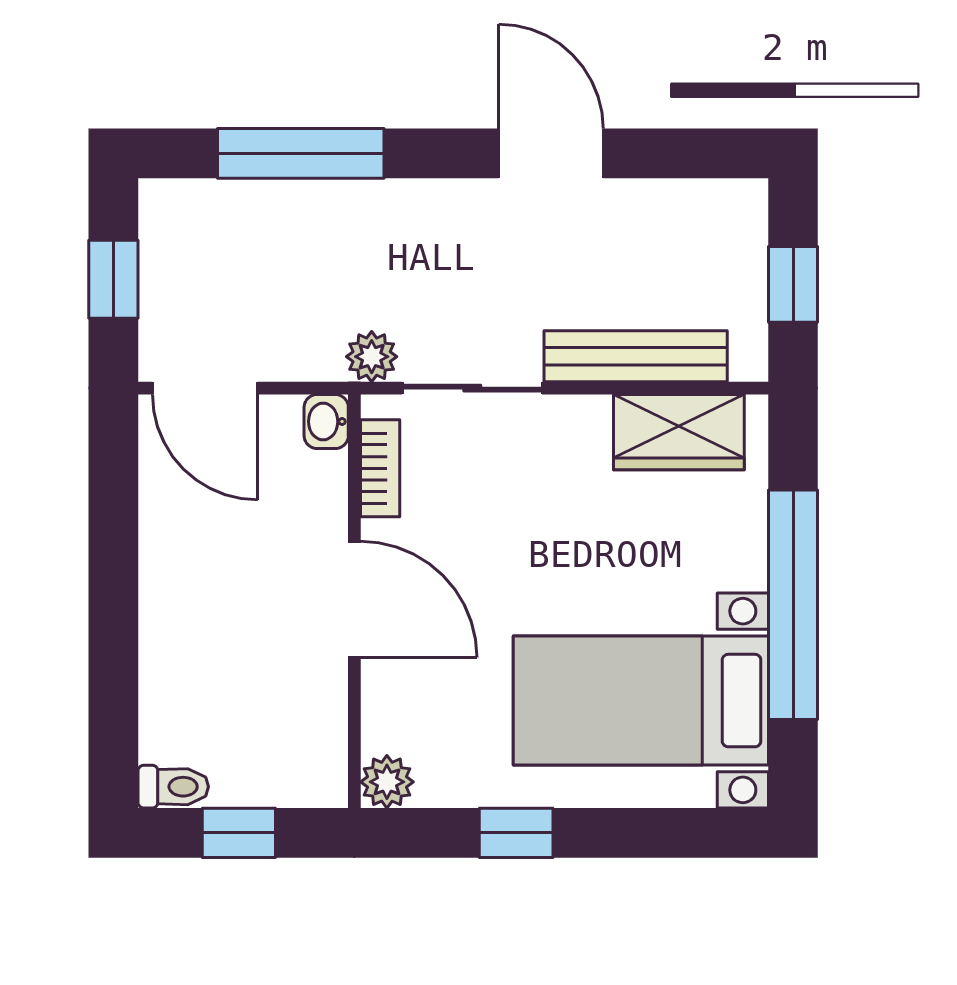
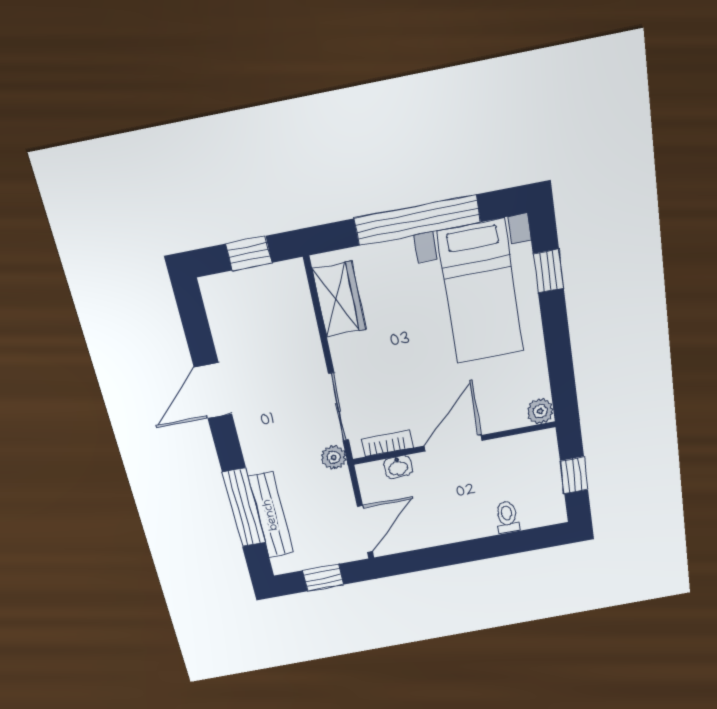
bench: (636, 356) -> (271, 515), moved
washbasin: (326, 421) -> (398, 467), moved
toilet: (173, 787) -> (507, 517), moved
window: (516, 833) -> (548, 271), moved

